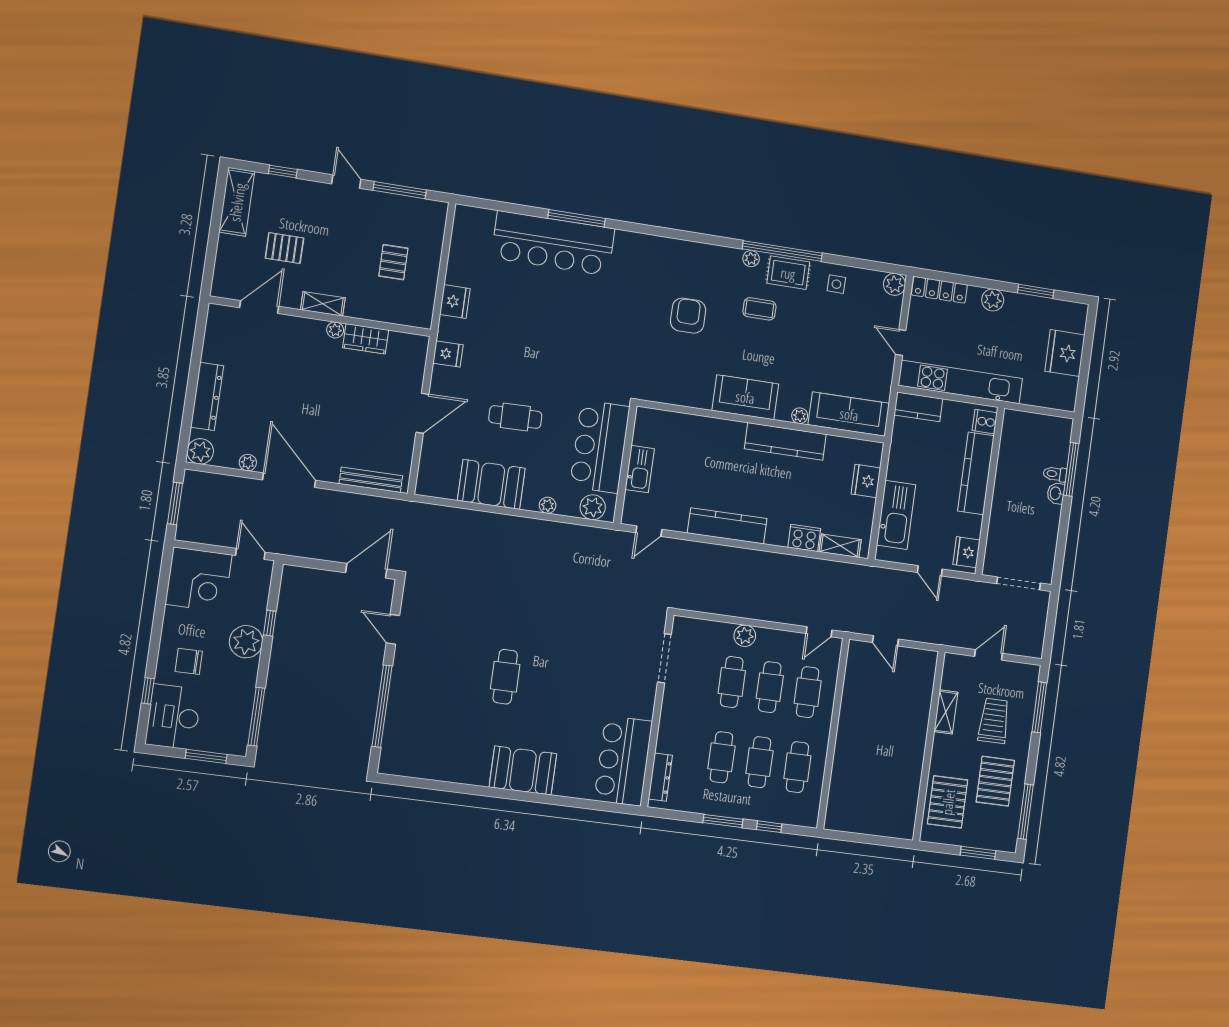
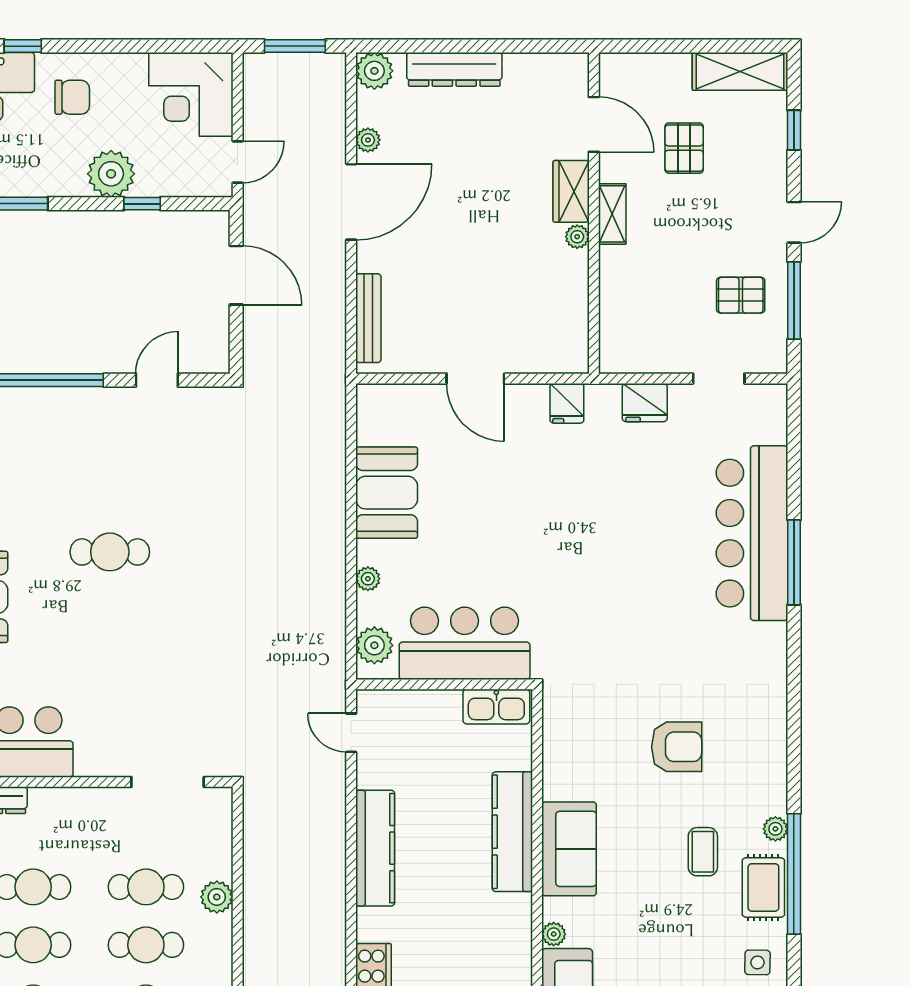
doorway: (446, 249) -> (719, 379), added
pallet: (393, 262) -> (741, 295), moved
wardrobe: (366, 339) -> (571, 191), moved
cafe table: (515, 417) -> (490, 514), removed
kitchen counter: (785, 441) -> (512, 832), moved
kitchen sink: (640, 469) -> (496, 707), moved
door: (366, 571) -> (236, 275), moved
chair: (189, 661) -> (72, 97), turned 90

